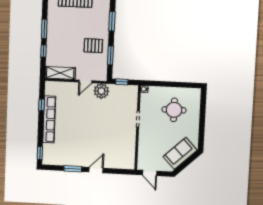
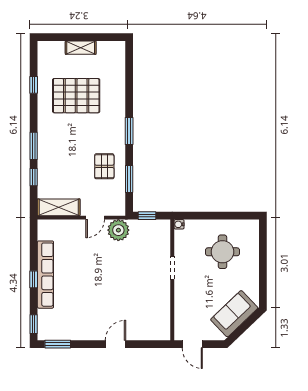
pallet: (93, 46) -> (104, 166), turned 90
window: (42, 105) -> (34, 279), moved
window: (73, 169) -> (58, 344), moved

